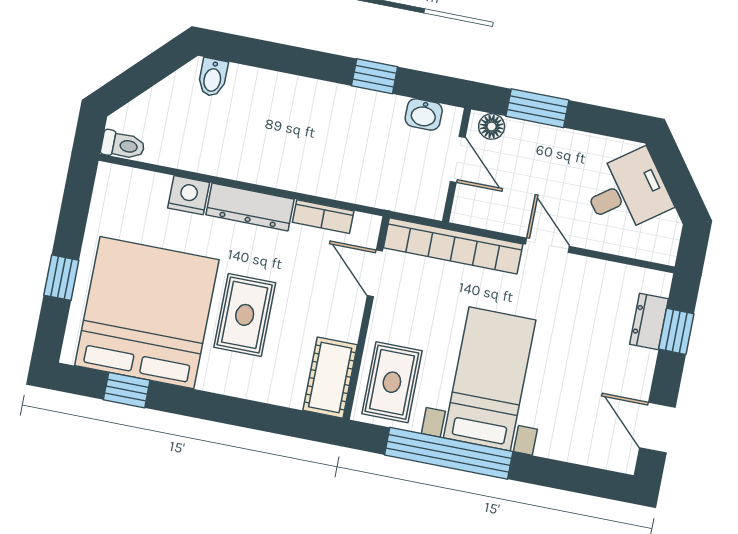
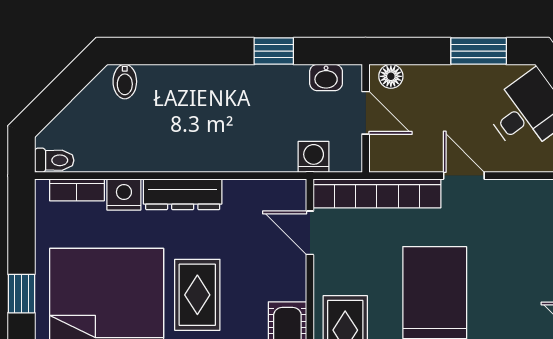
window: (537, 108) -> (479, 51), moved
washing machine: (394, 195) -> (314, 157), added
bookcase: (323, 217) -> (77, 190), moved

